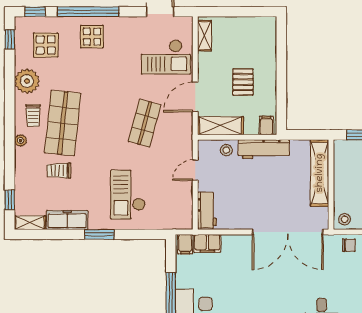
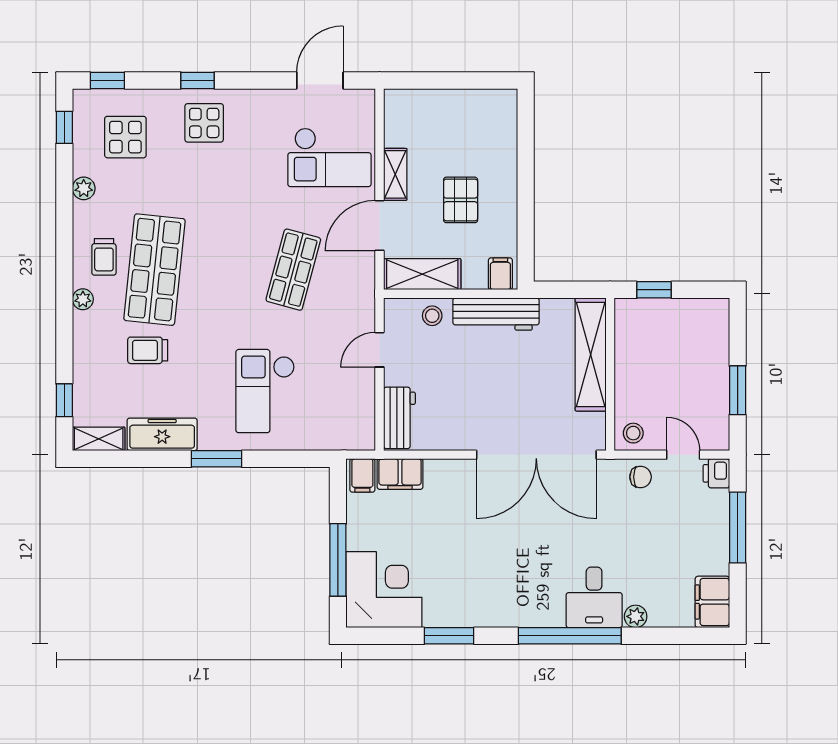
window: (88, 12) -> (198, 81), width x0.32
shelving: (204, 36) -> (395, 174), moved
plant: (27, 81) -> (84, 188), width x0.53, depth x0.53

